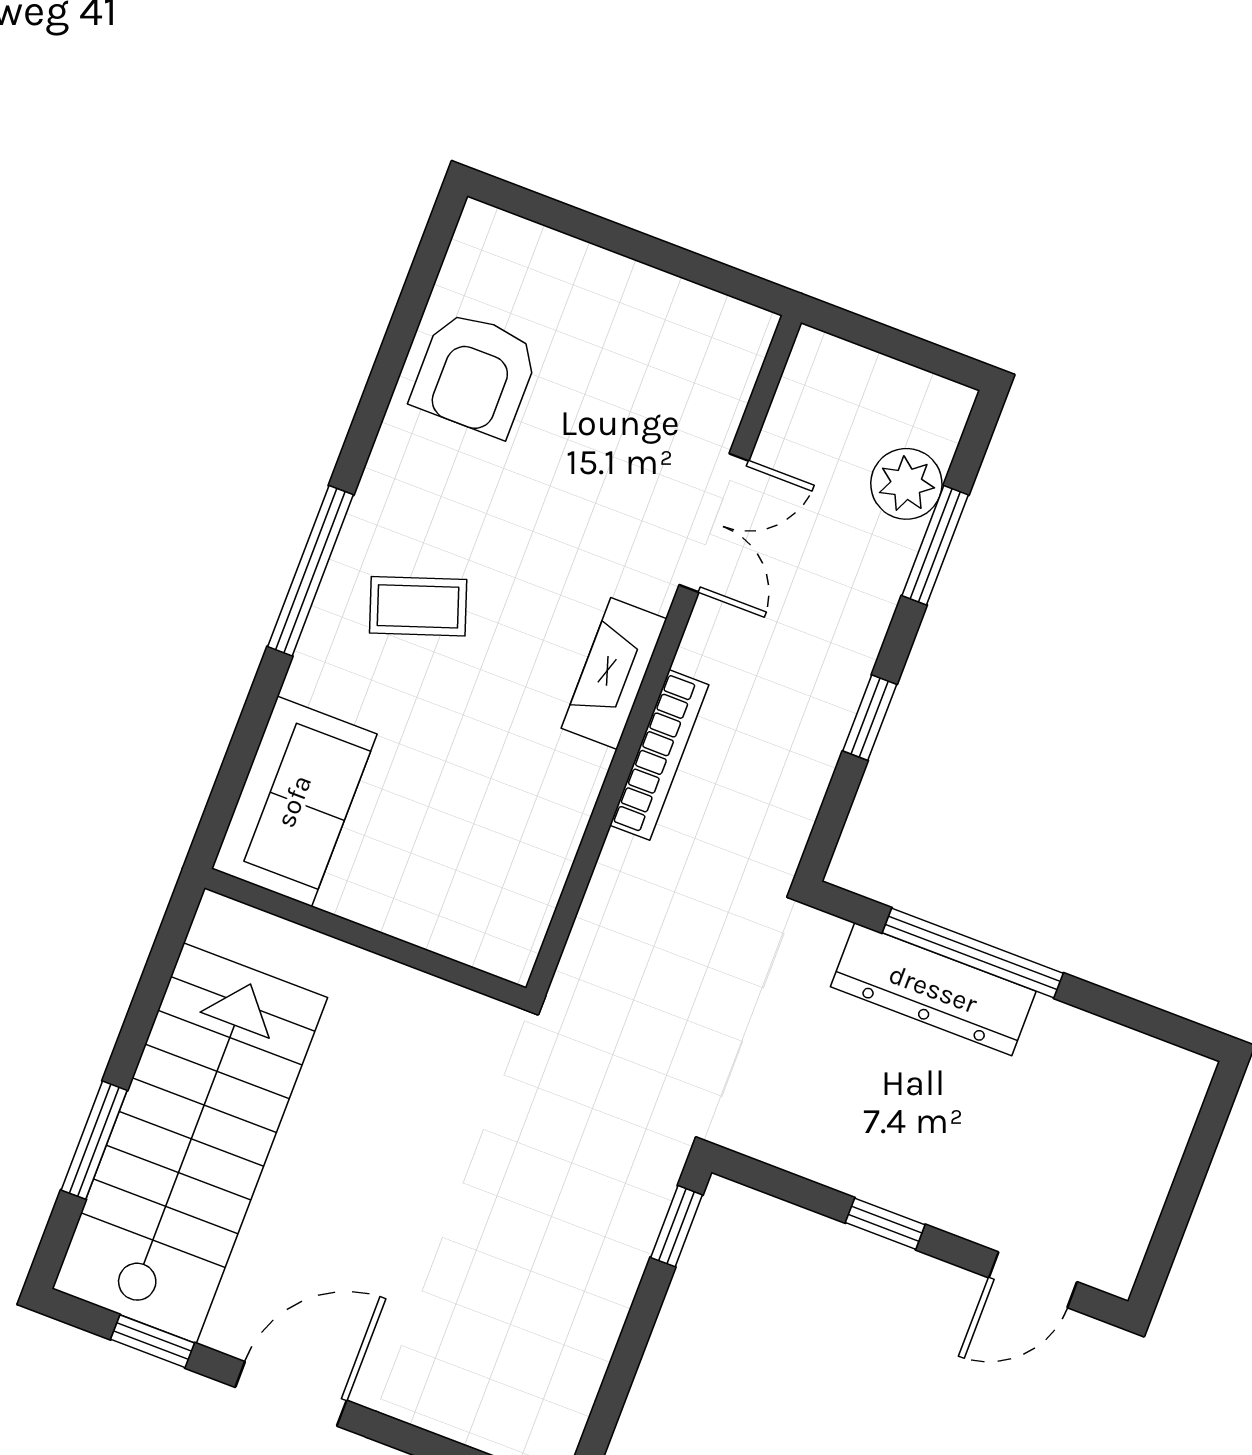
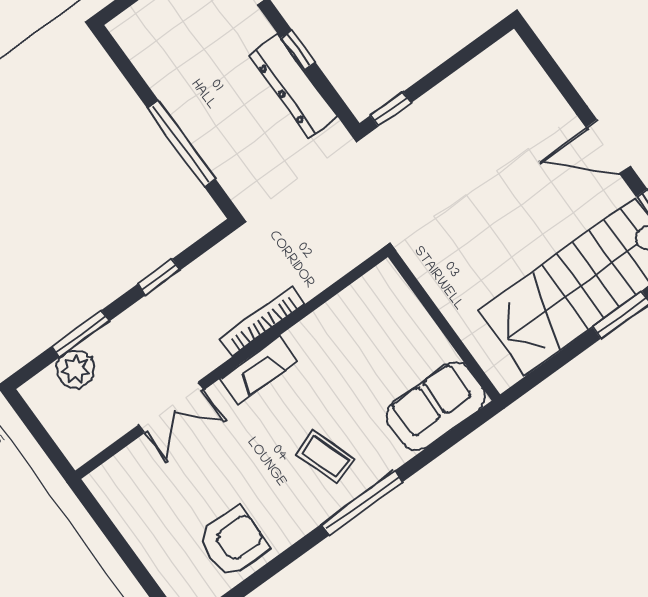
double door: (714, 523) -> (171, 407), swing flipped
dresser: (933, 989) -> (293, 86), moved, turned 180

